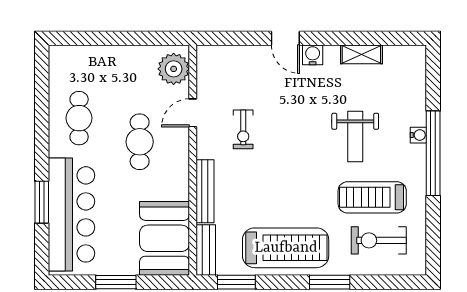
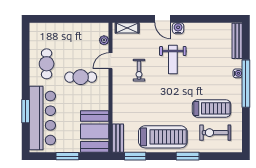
shelving: (361, 54) -> (127, 28), moved
plant: (174, 69) -> (104, 40), width x0.53, depth x0.53
weight bench: (355, 137) -> (173, 60), moved
cafe table: (140, 142) -> (81, 77), turned 90
bench: (205, 191) -> (237, 41), moved
treadmill: (372, 197) -> (212, 108), turned 180

